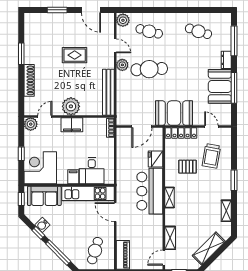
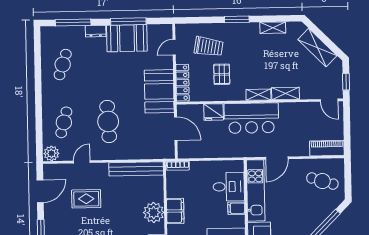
rug: (75, 55) -> (86, 199), moved, turned 90
plant: (122, 65) -> (104, 153), removed
shelving: (170, 238) -> (286, 94), moved

